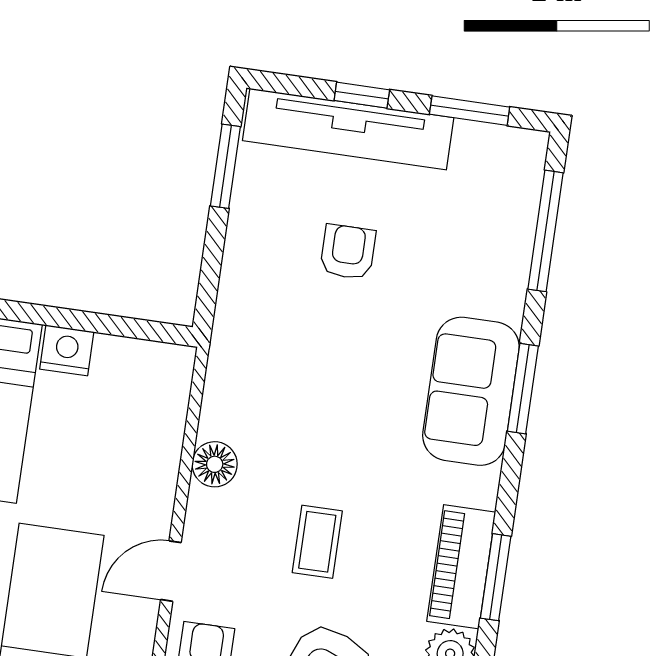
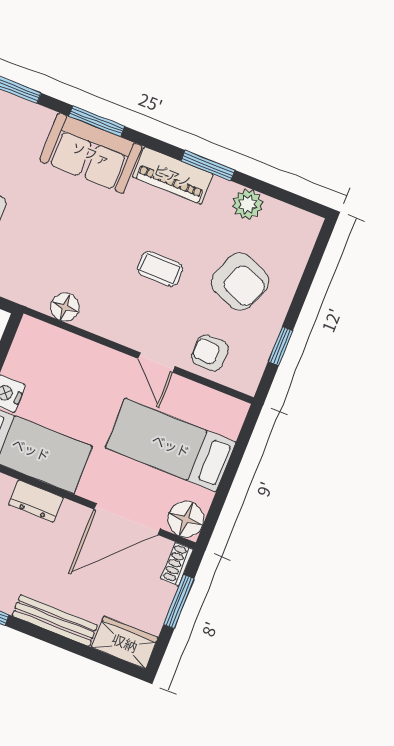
floor lamp: (215, 464) -> (65, 307), moved
piano: (461, 567) -> (173, 175), moved

